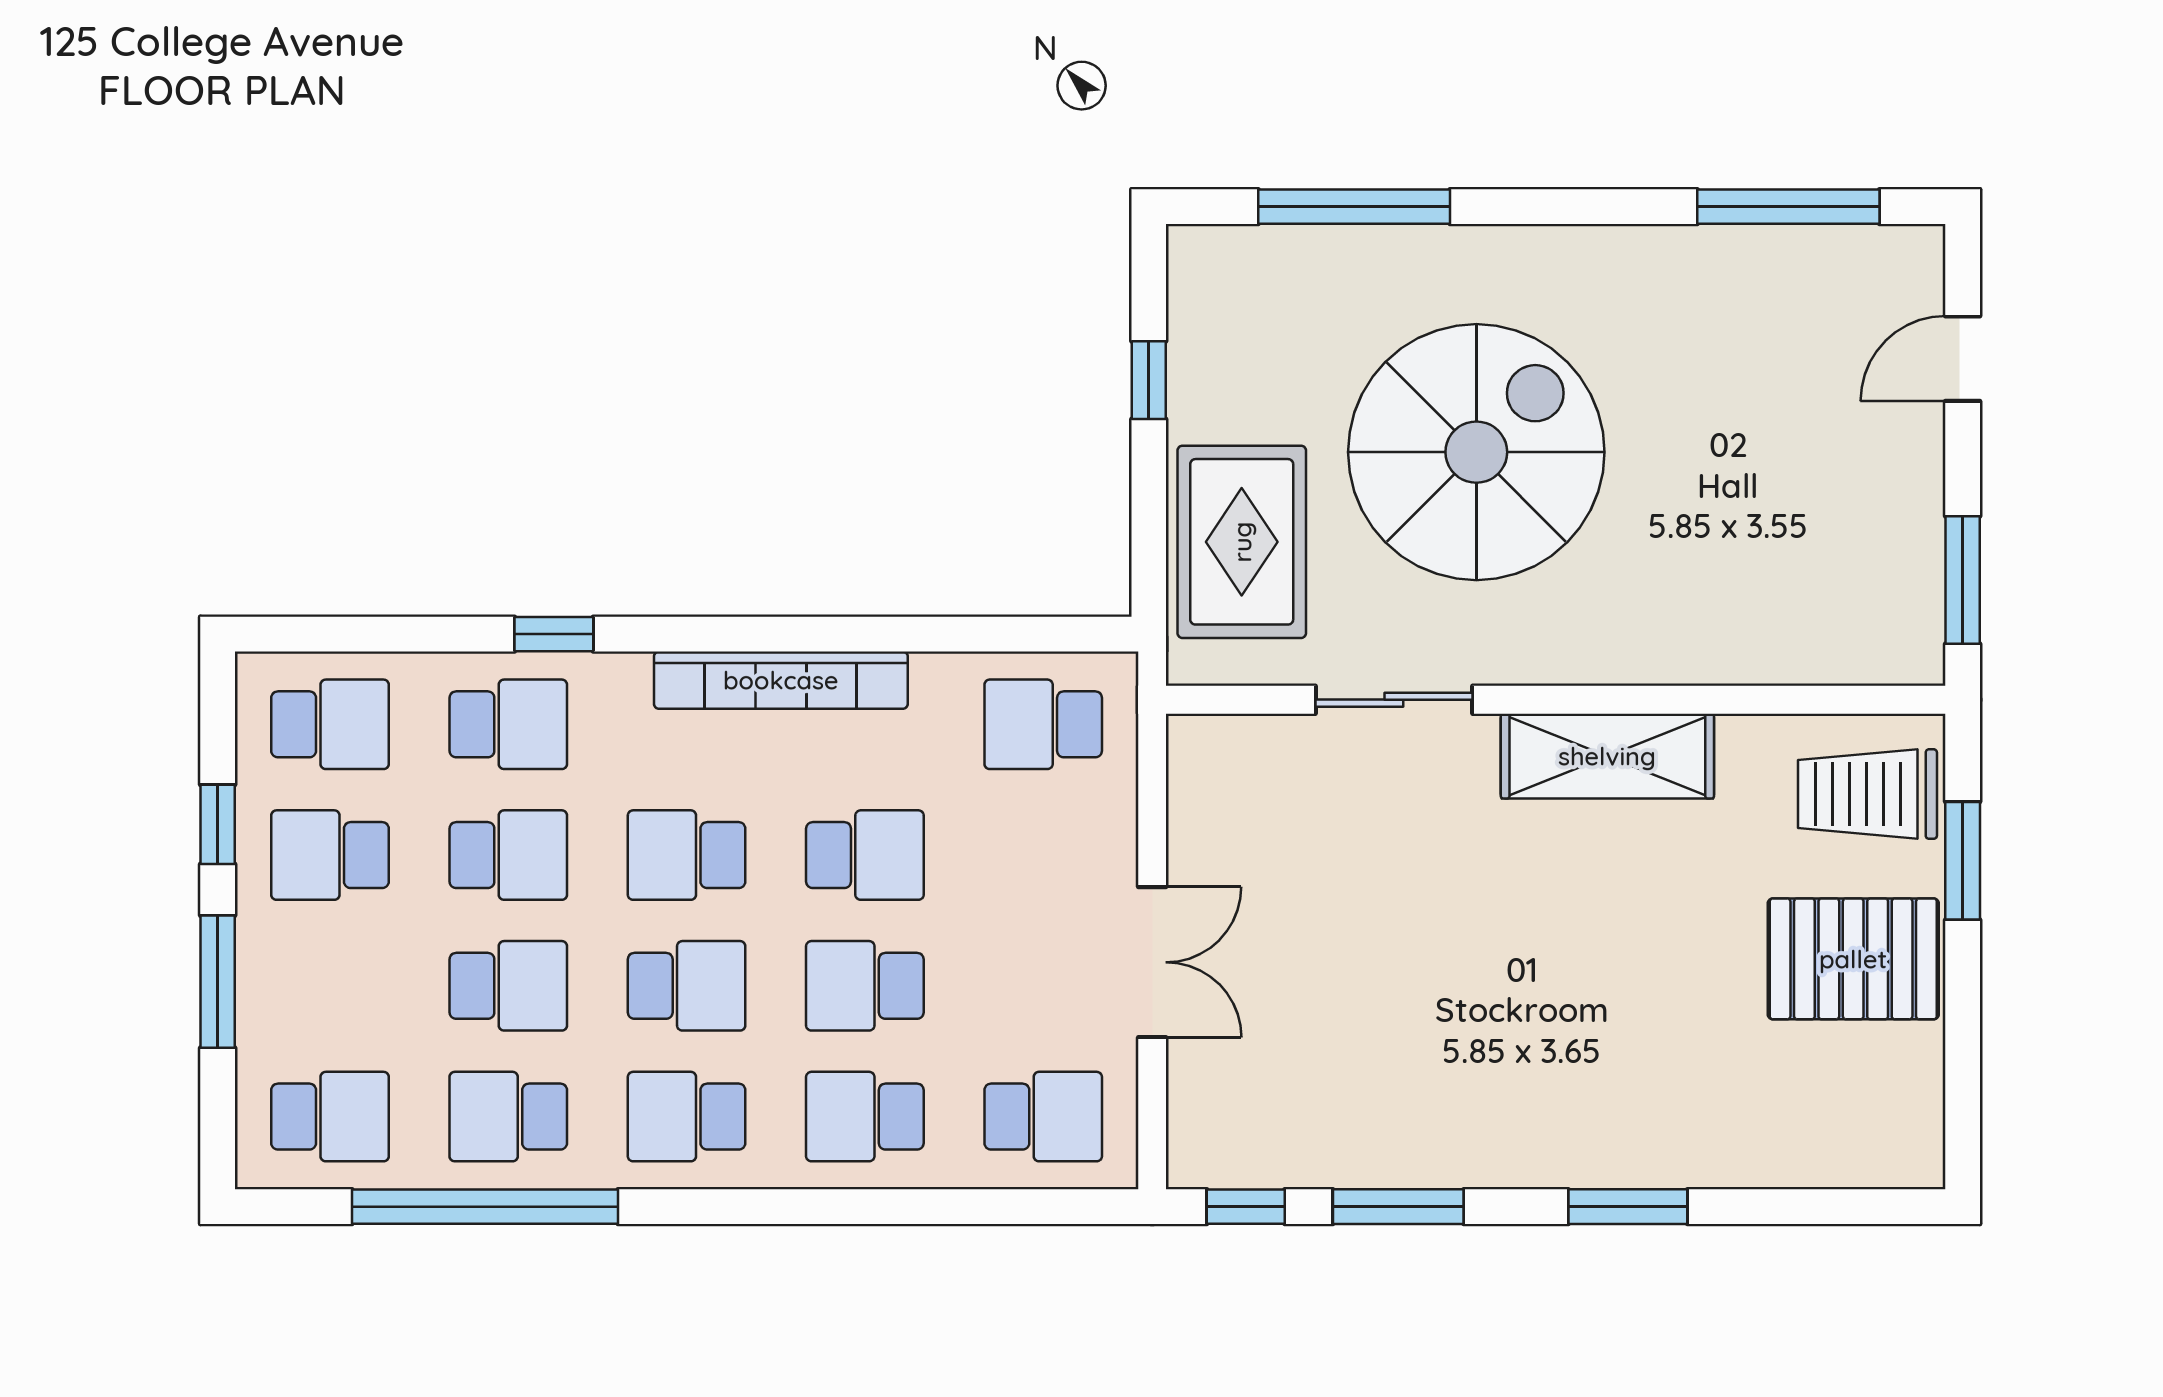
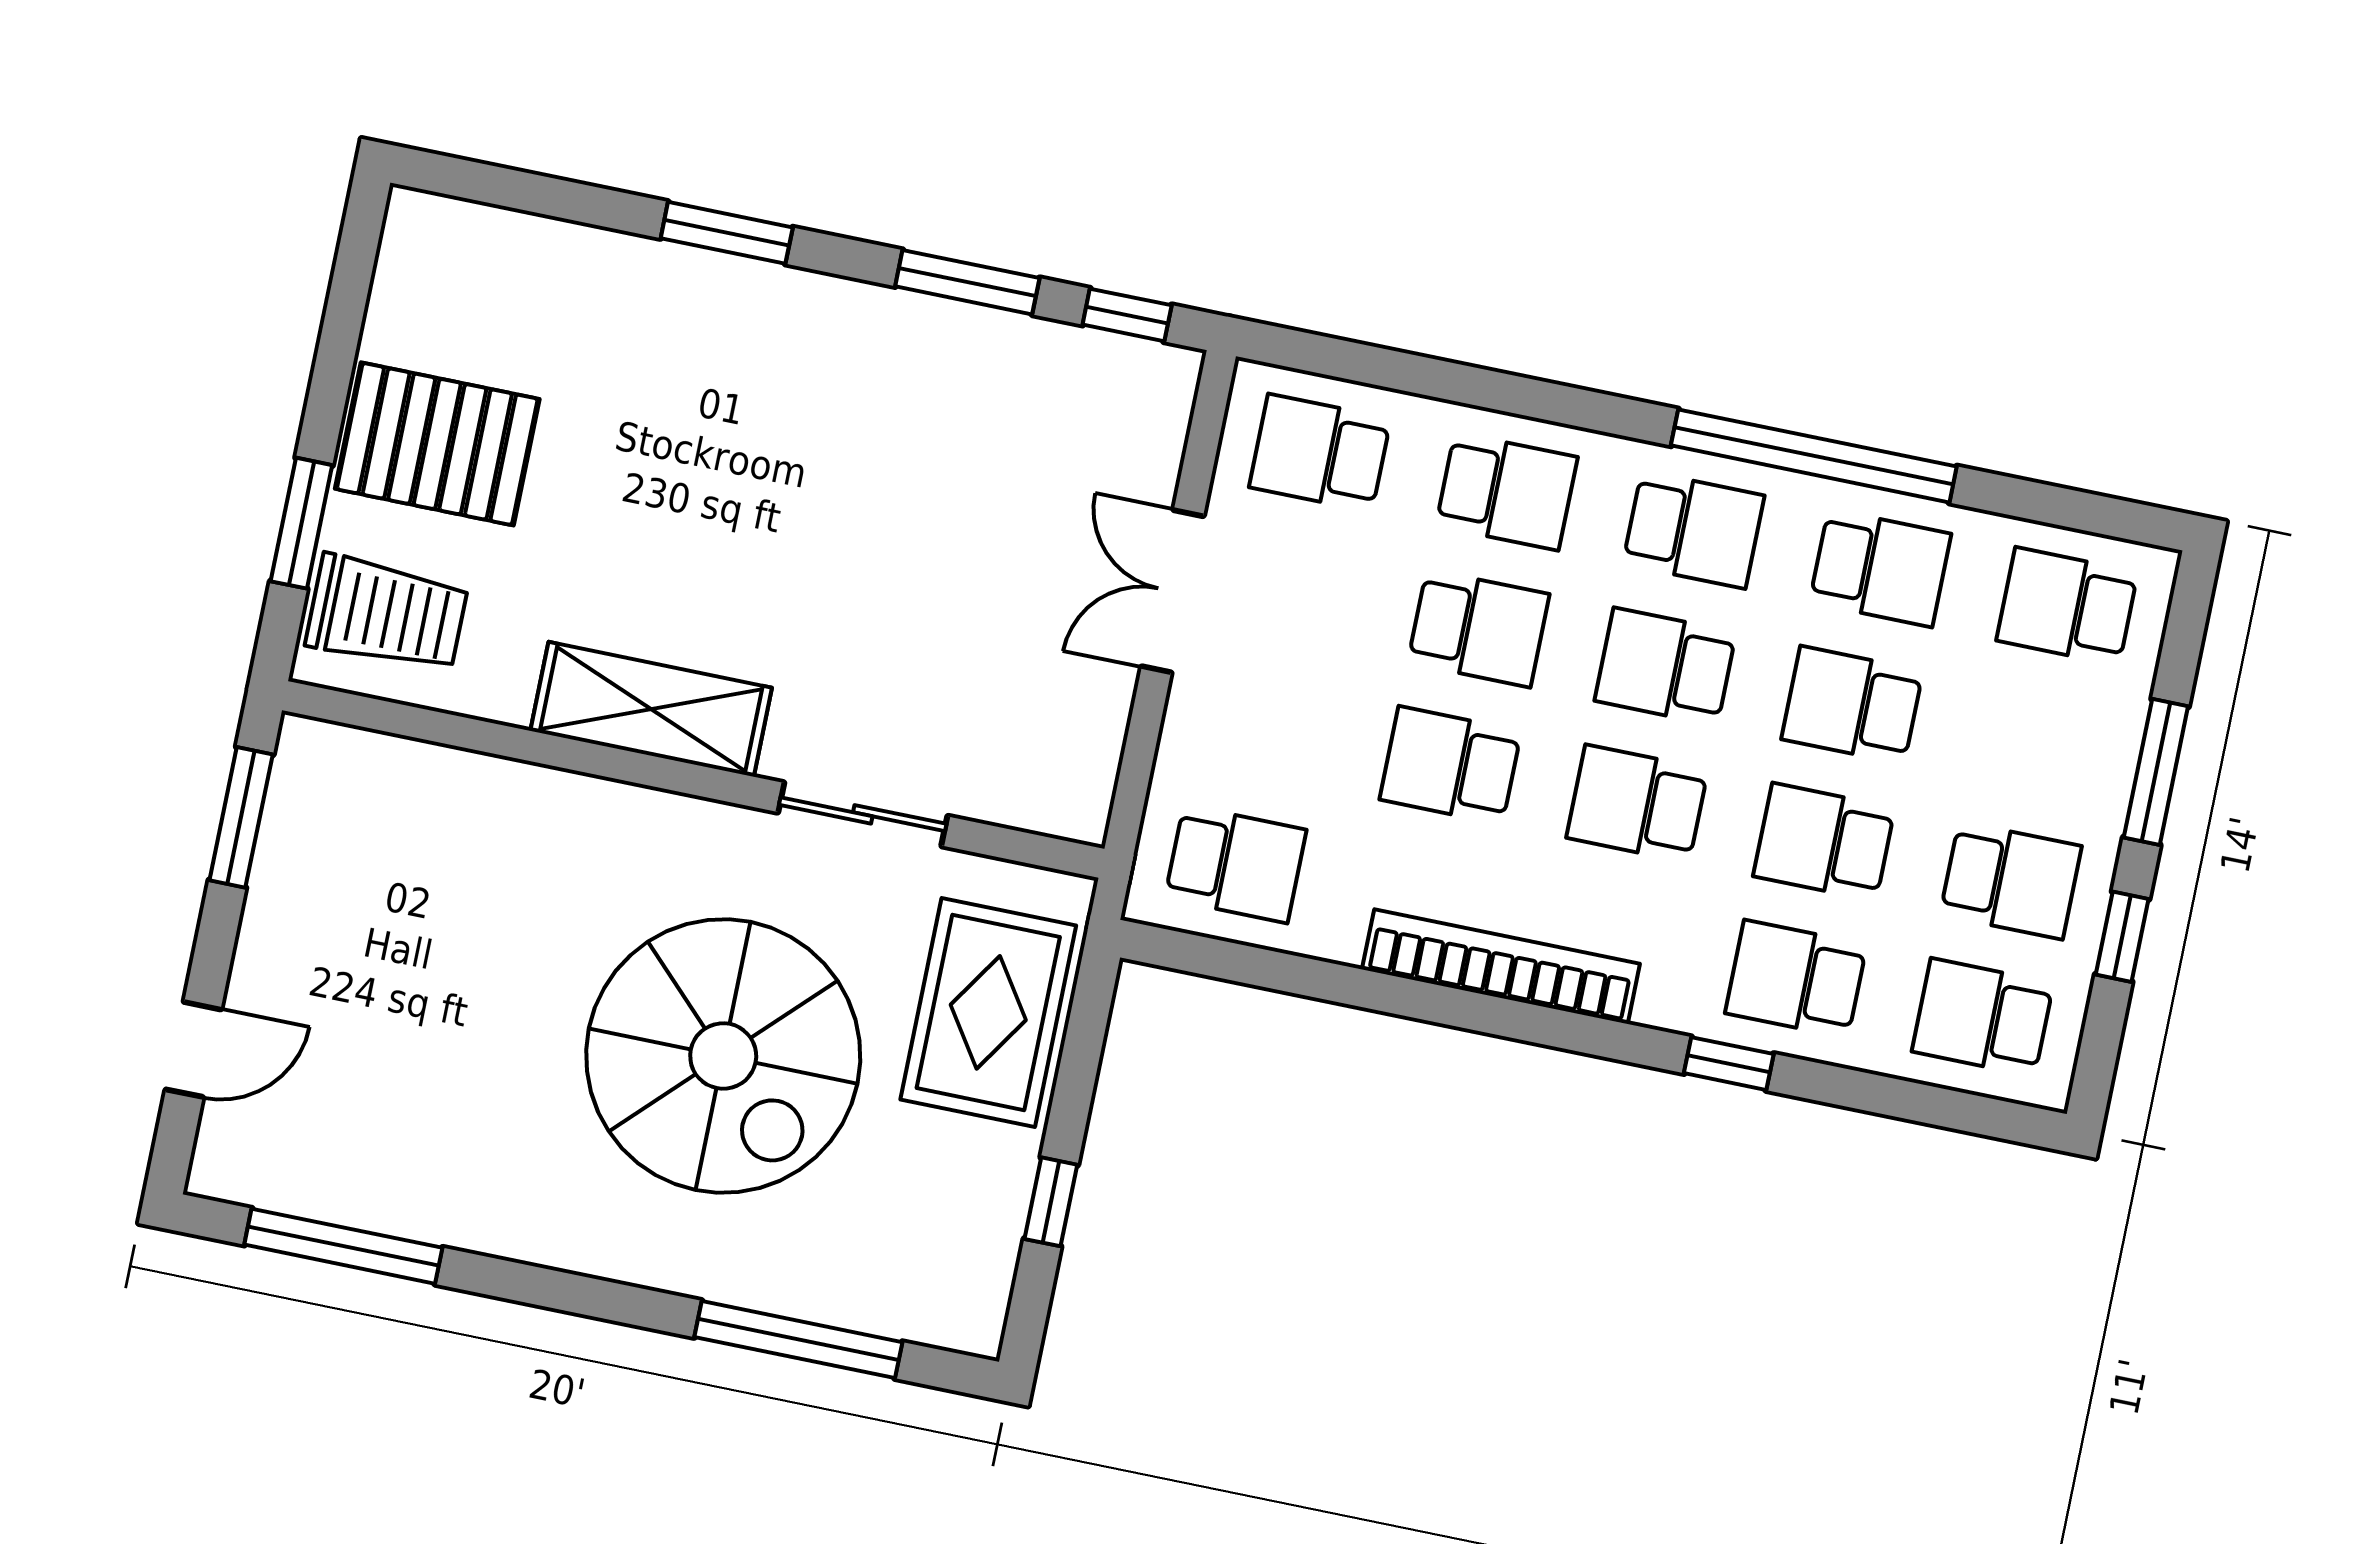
spiral stairs: (1476, 452) -> (723, 1056), turned -90
school desk: (687, 855) -> (1637, 804), turned 180
window: (485, 1207) -> (1814, 456), moved

